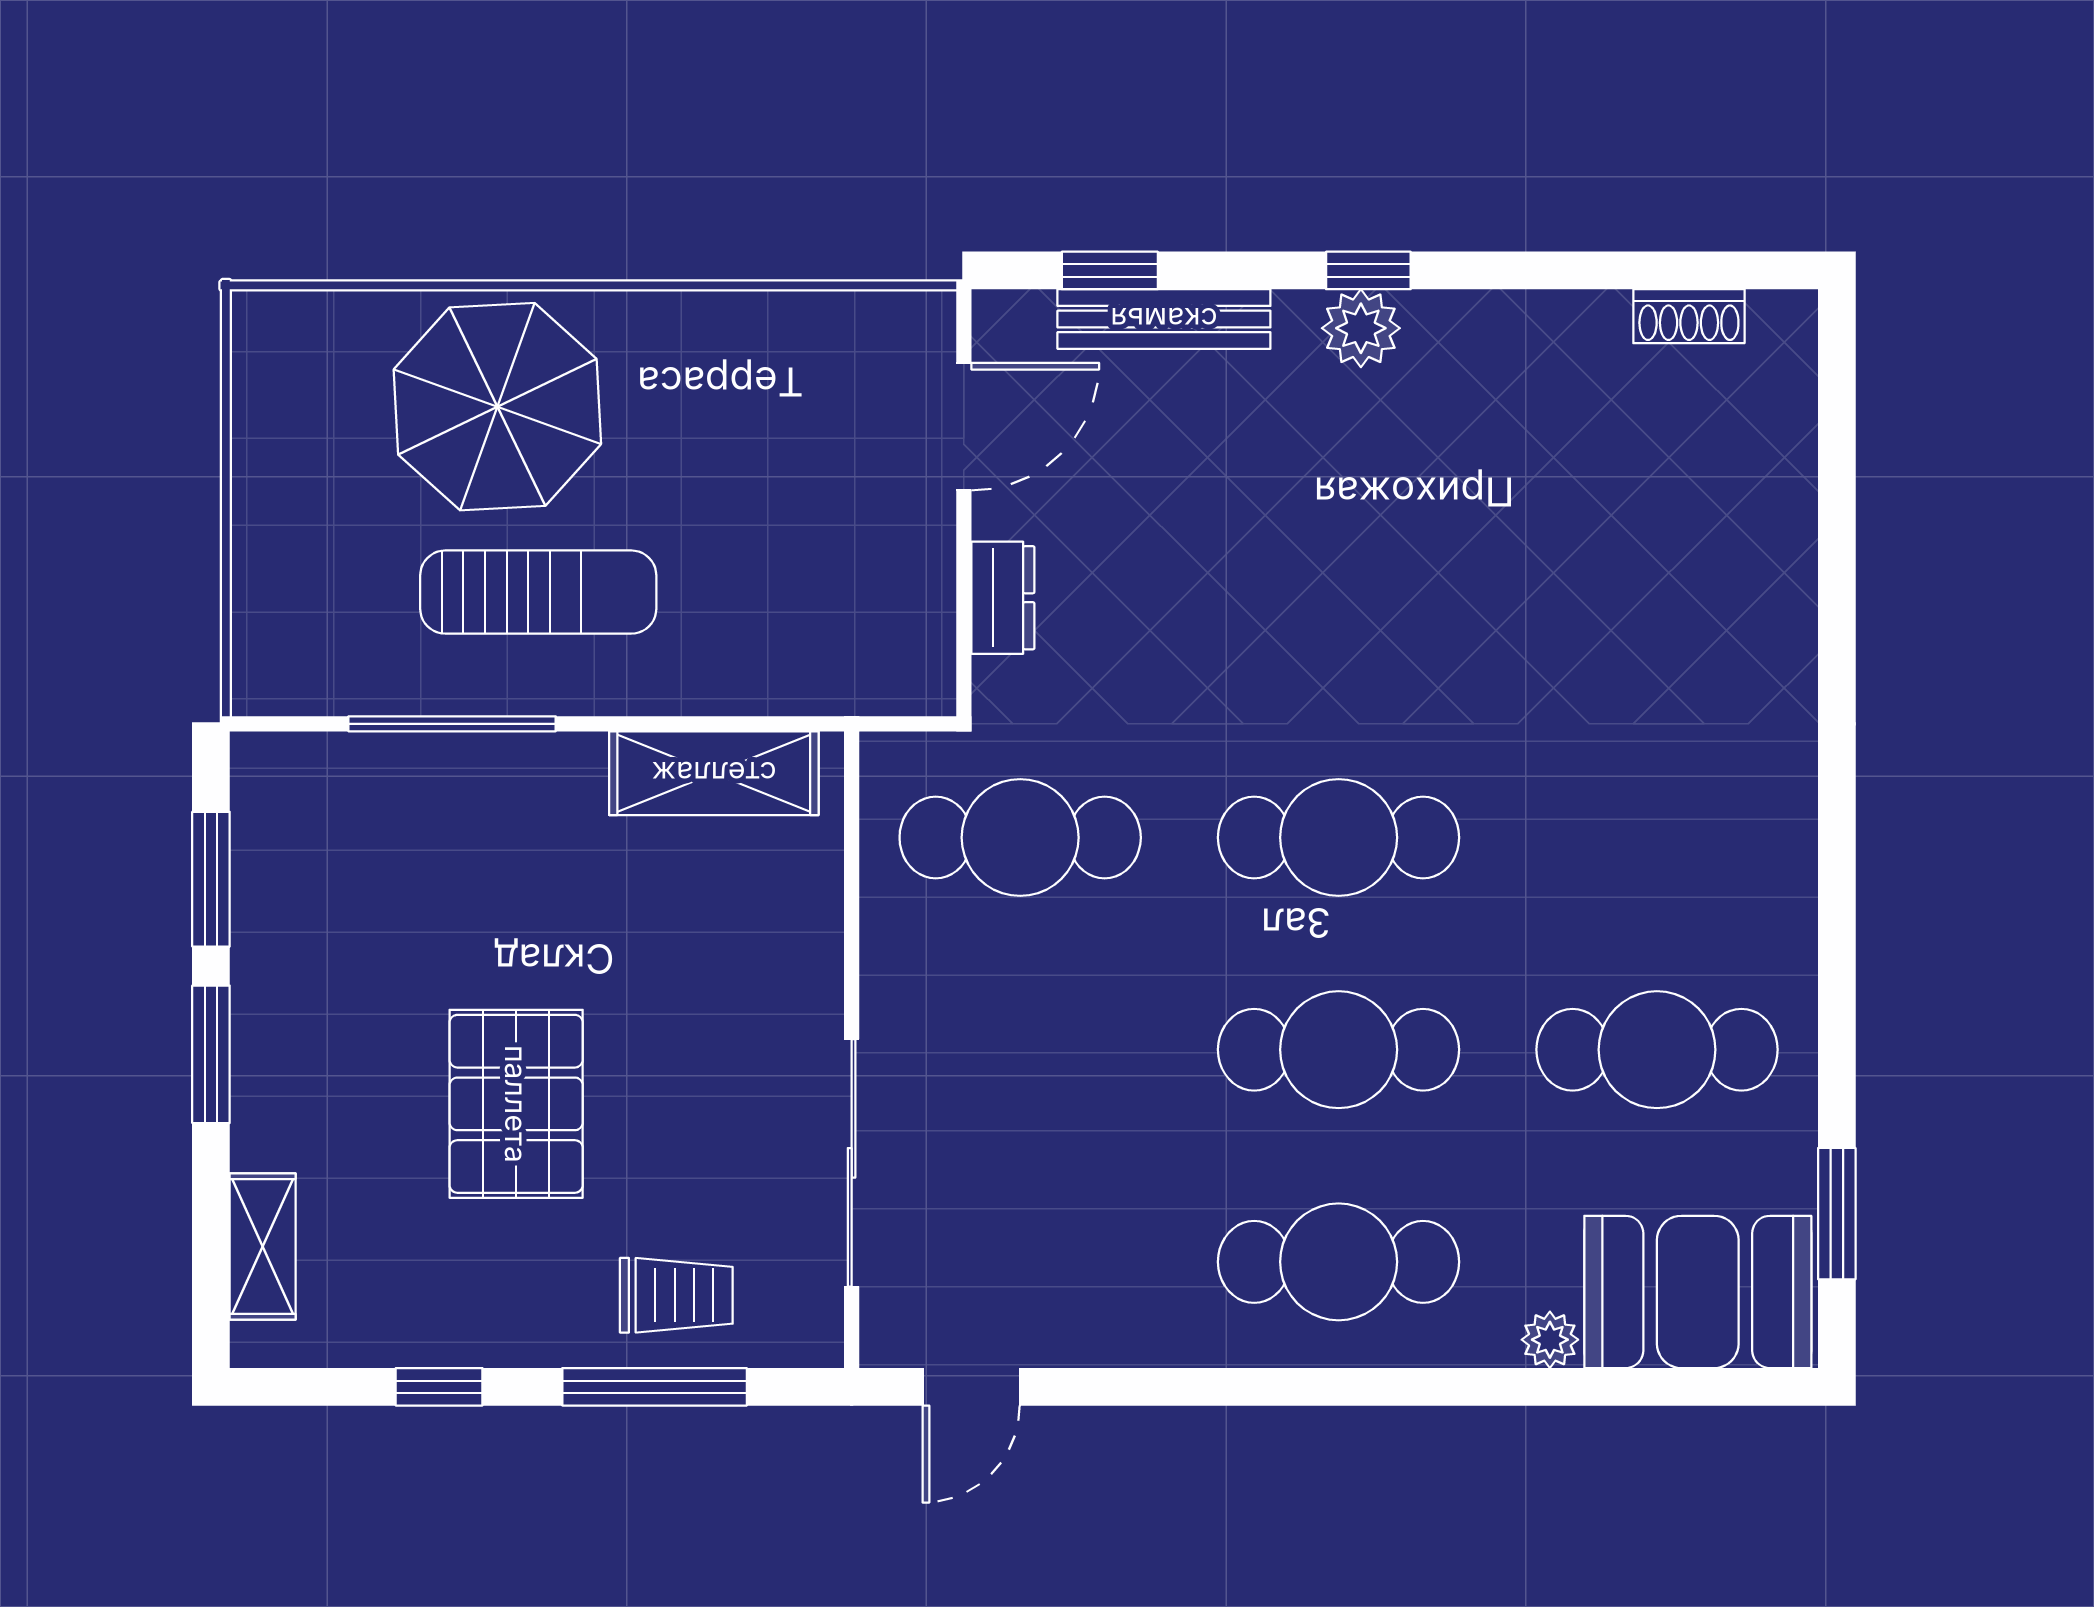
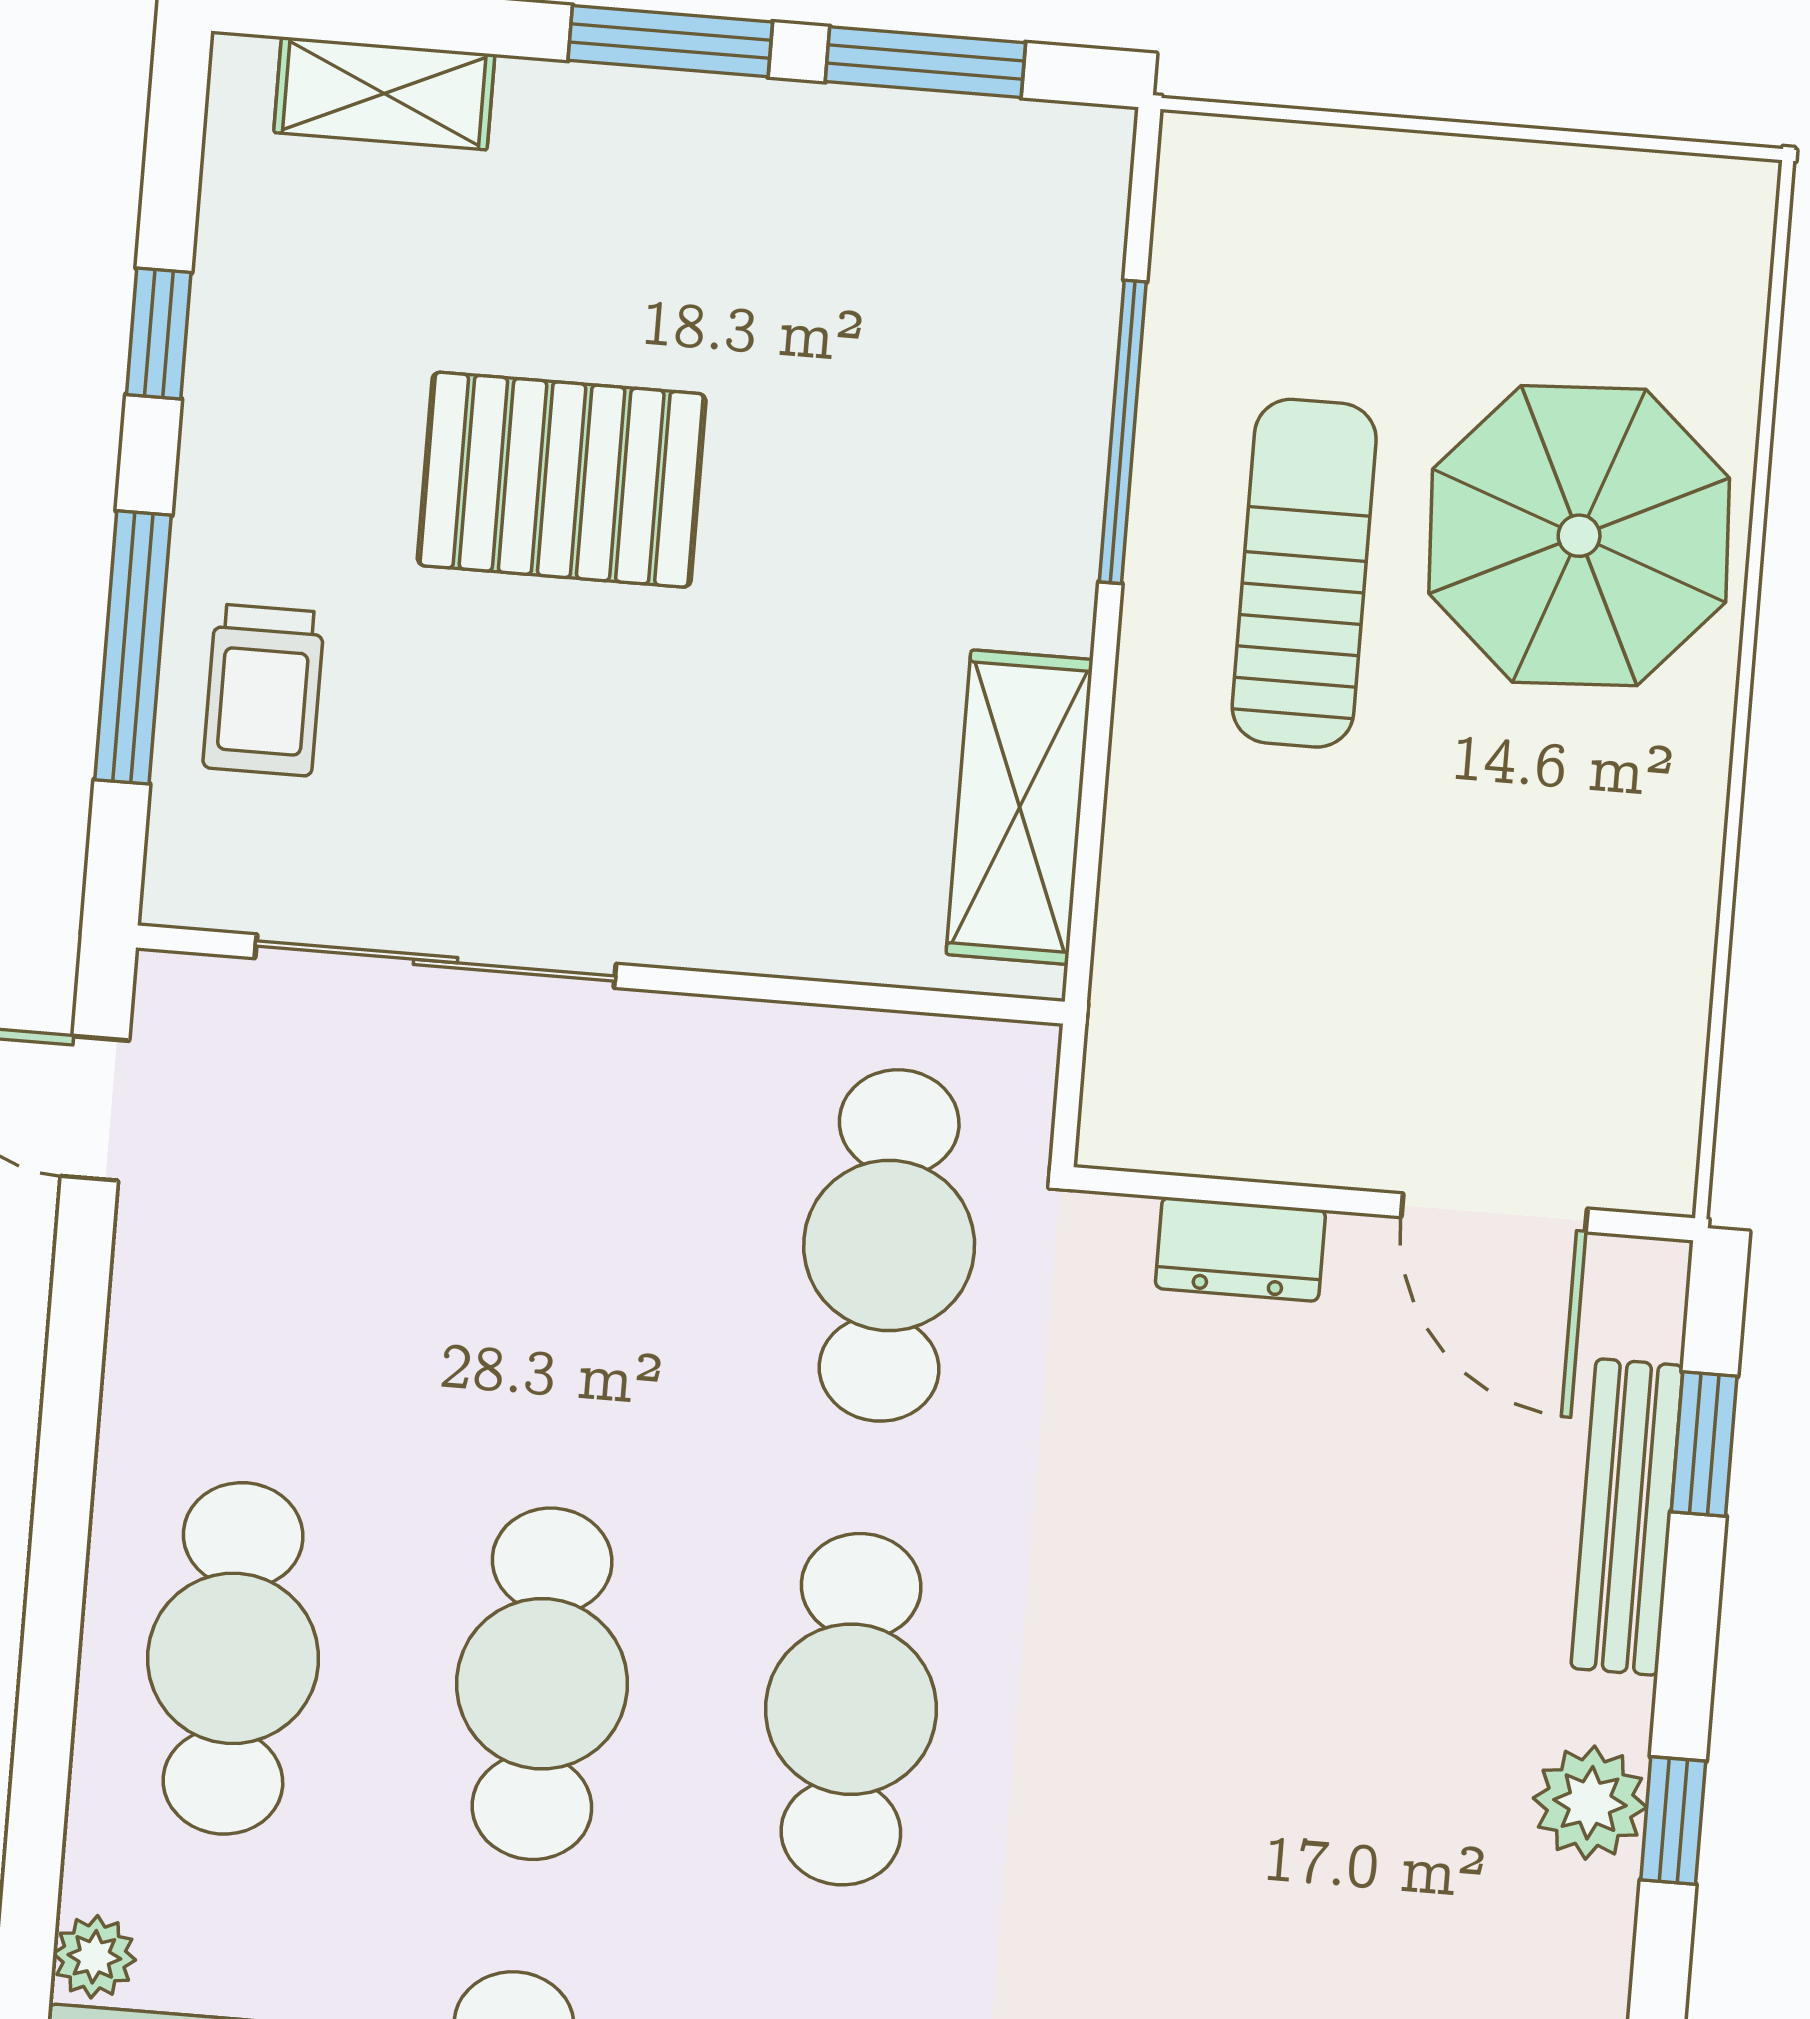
sun lounger: (538, 592) -> (1304, 573), turned 180

